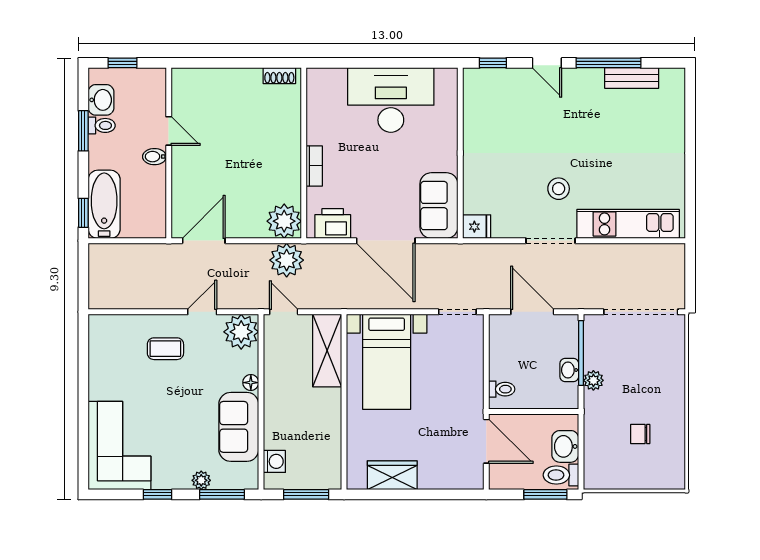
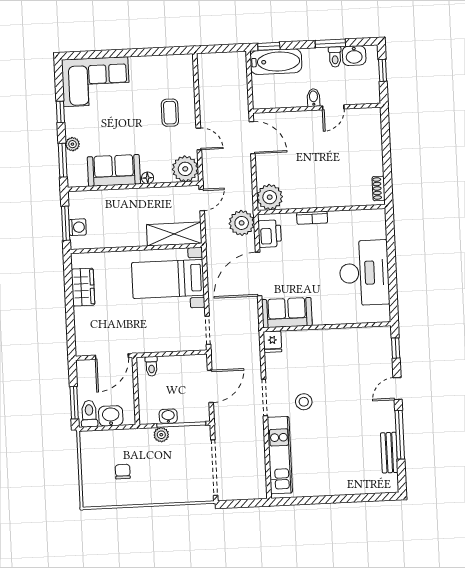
plant: (287, 260) -> (242, 223), moved
washing machine: (274, 461) -> (78, 227), moved, turned -90

